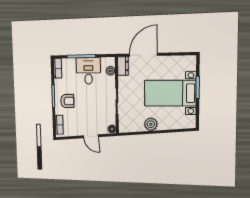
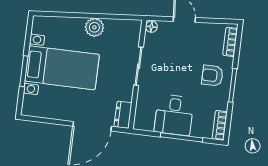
plant: (110, 71) -> (142, 111), removed

